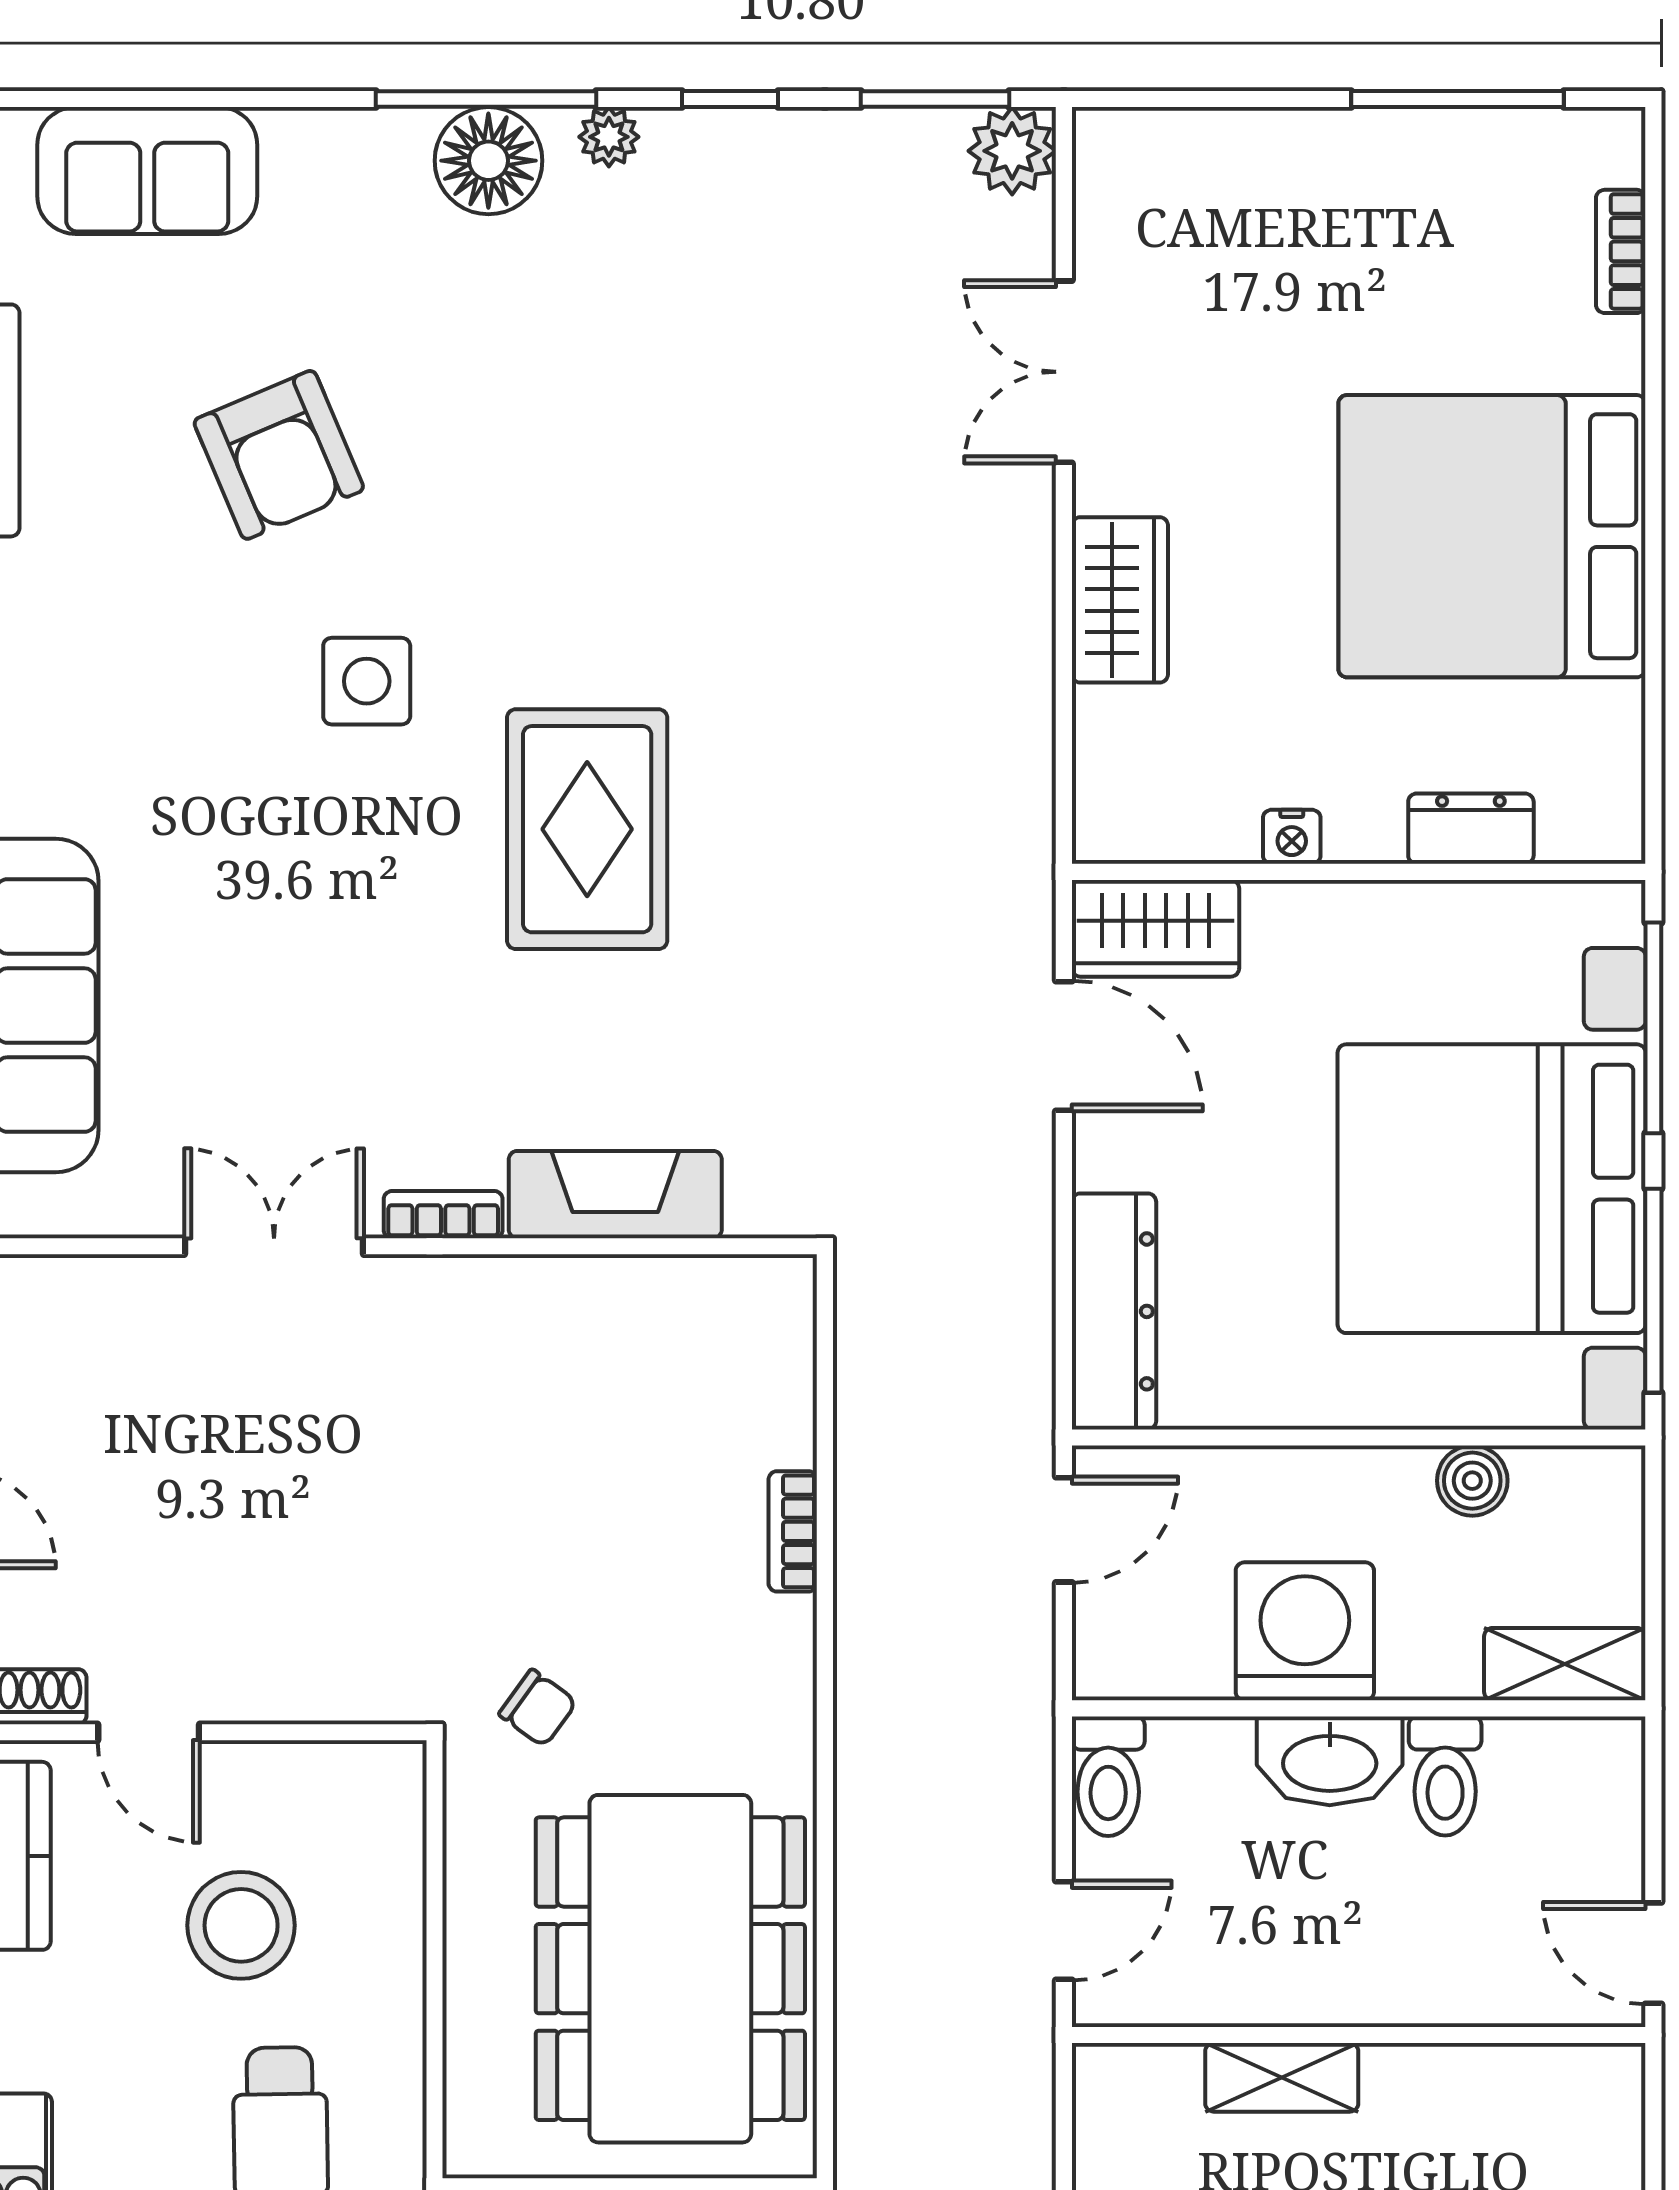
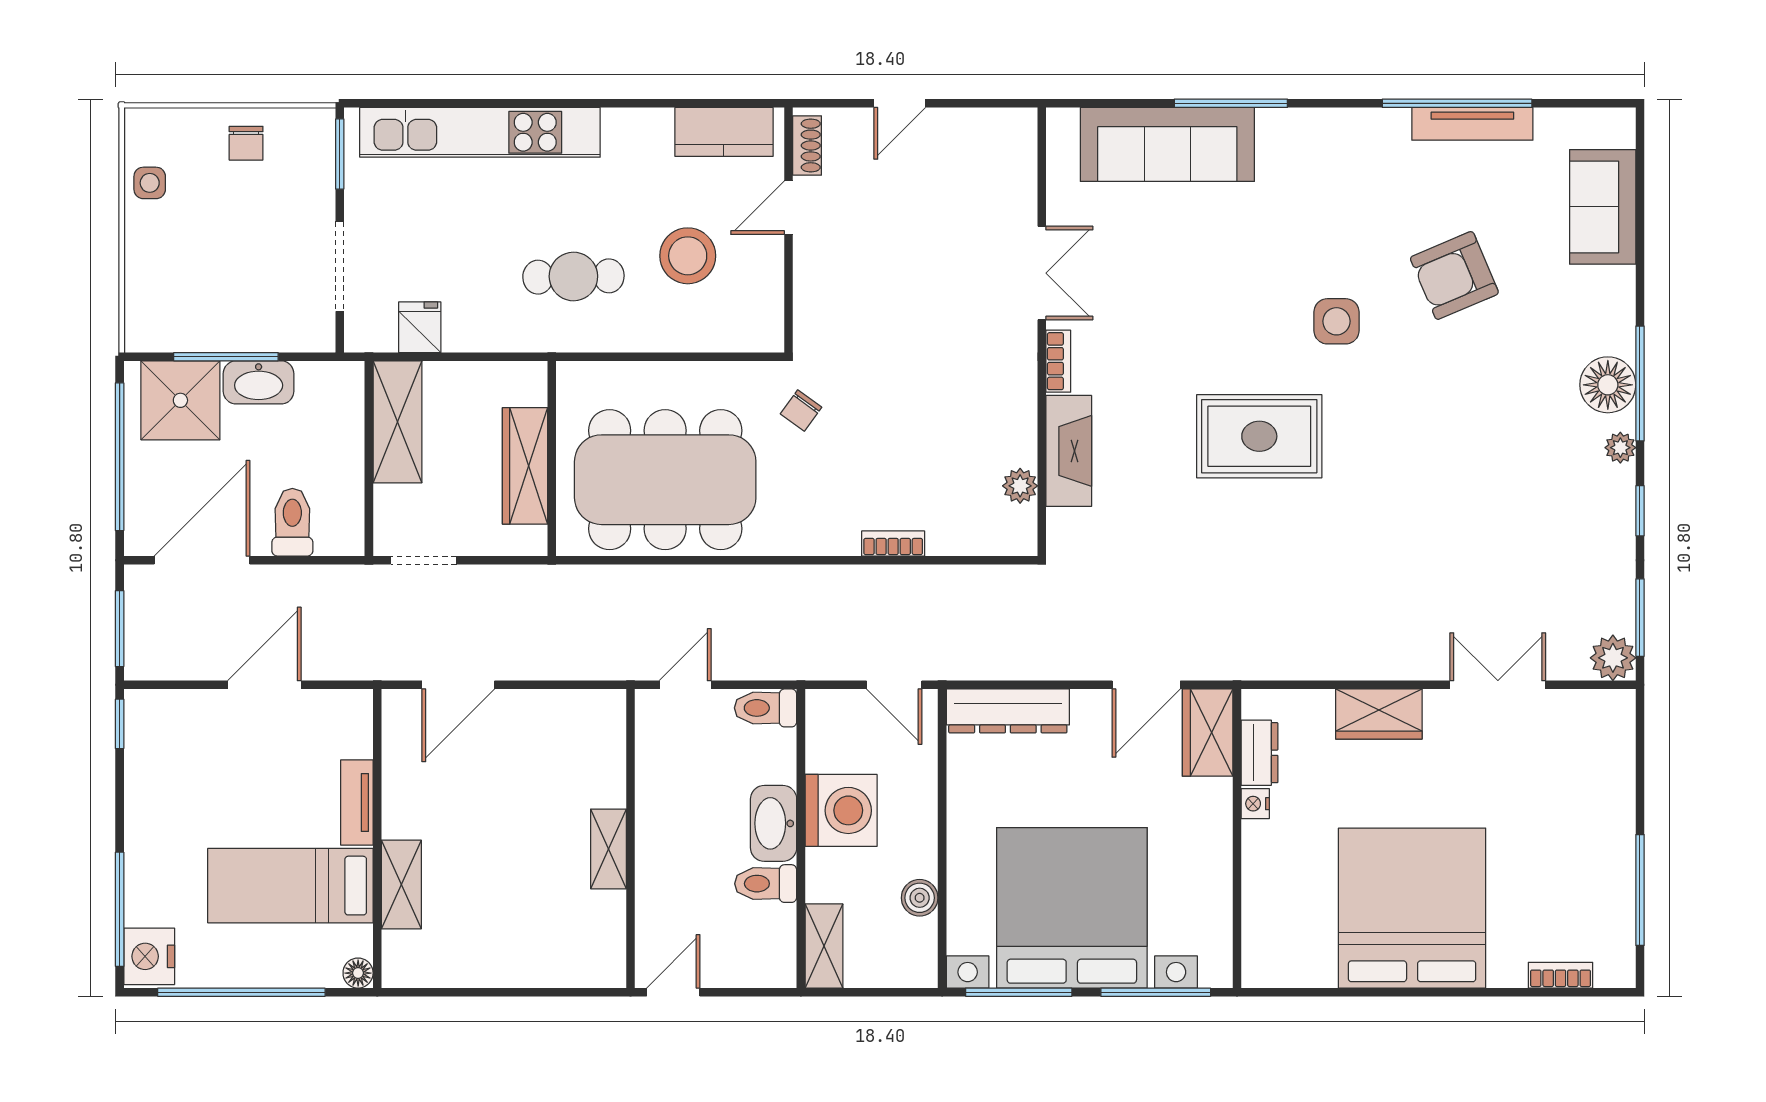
dresser: (1471, 829) -> (1260, 753), moved
plant: (682, 1288) -> (1020, 486), added
door: (1064, 1931) -> (685, 685), swing flipped
shelving: (1282, 2077) -> (608, 849), moved

